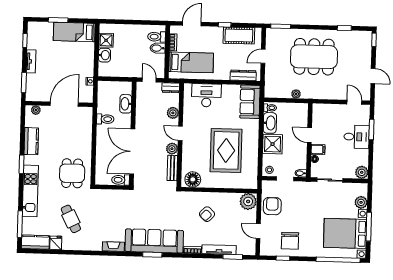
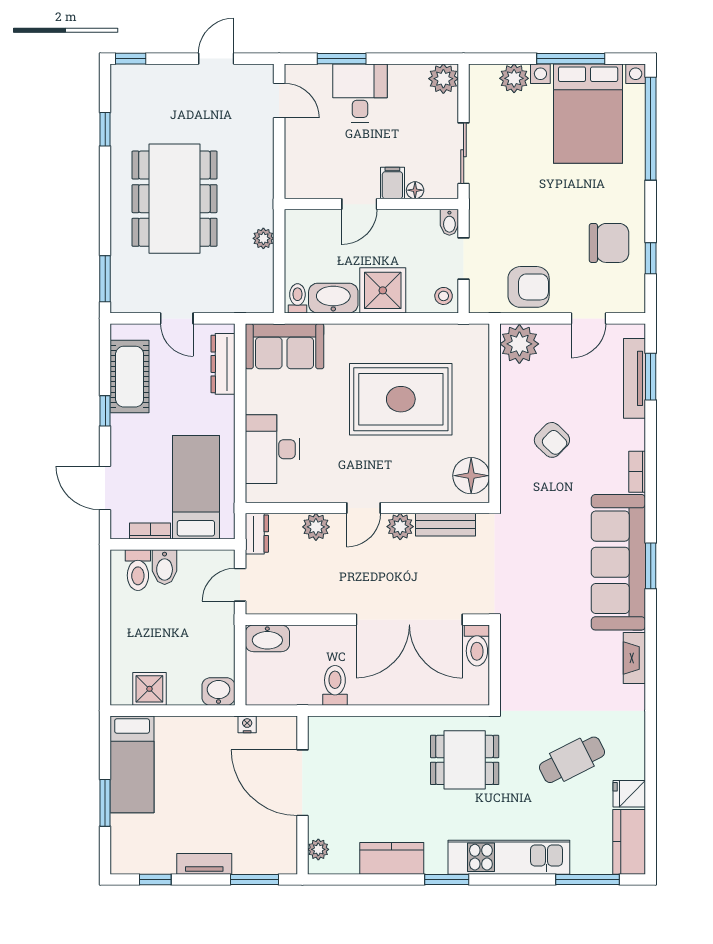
washbasin: (104, 55) -> (218, 692), moved
door: (354, 102) -> (279, 101), swing flipped
washbasin: (126, 104) -> (267, 638), moved
armchair: (272, 206) -> (529, 287), turned 180
tv unit: (219, 250) -> (635, 378), moved

